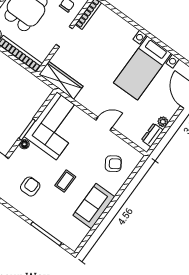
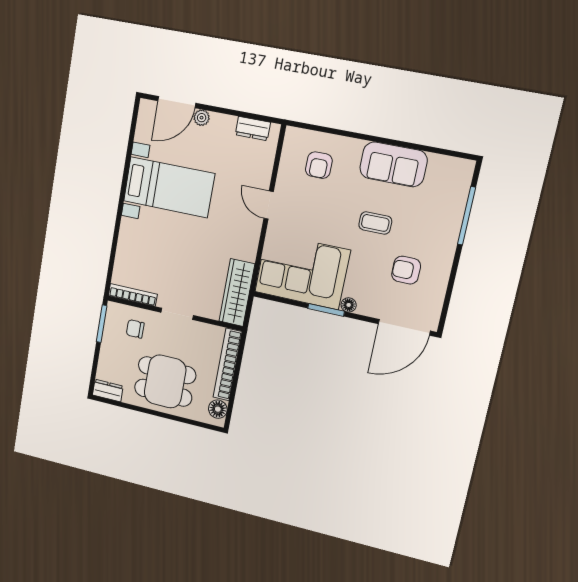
plant: (163, 122) -> (202, 118), moved
armchair: (113, 164) -> (319, 165), turned -146

